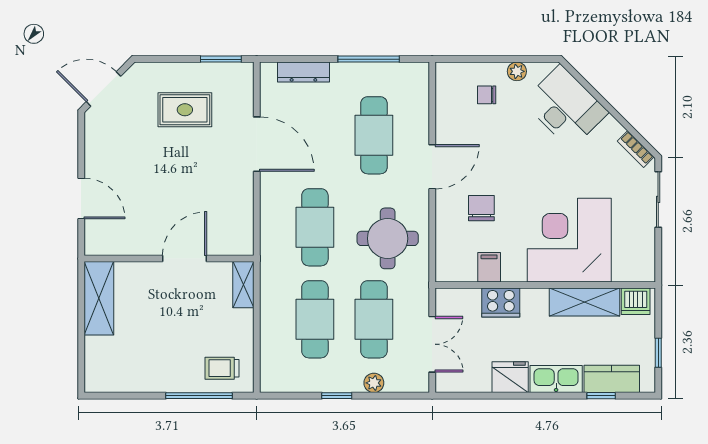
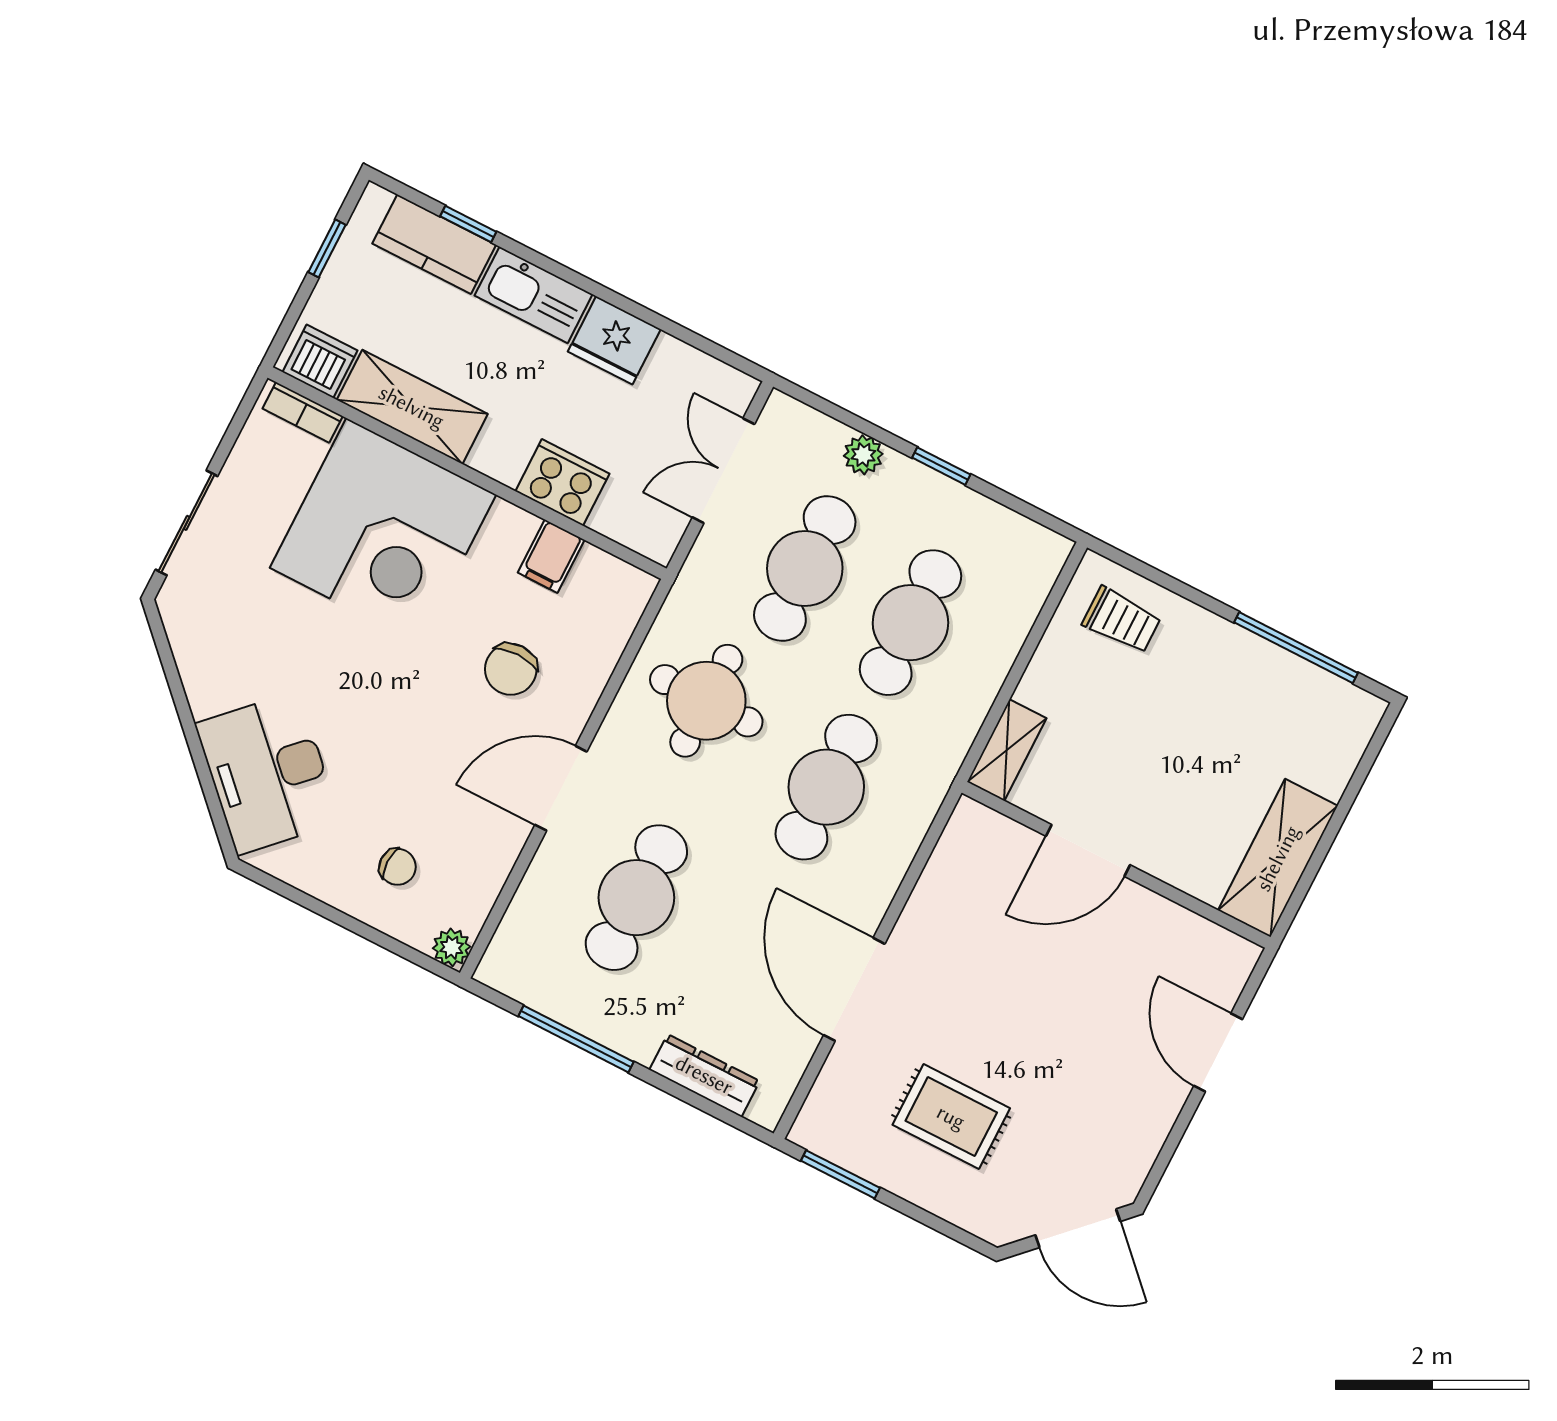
plant: (517, 71) -> (452, 947), moved
bookcase: (636, 149) -> (303, 412), moved, turned 135
window: (199, 396) -> (1296, 648), moved

